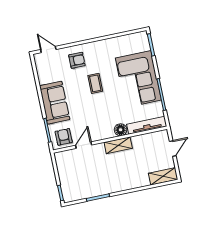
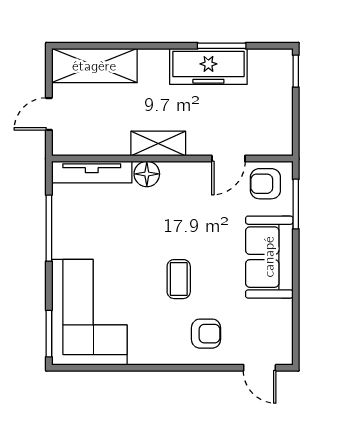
armchair: (77, 60) -> (206, 334), turned 180
corner sofa: (138, 79) -> (89, 312), moved
armchair: (64, 137) -> (265, 184), turned 90
shelving: (163, 176) -> (94, 66), width x1.50, depth x1.33
freezer: (102, 187) -> (208, 66), added

